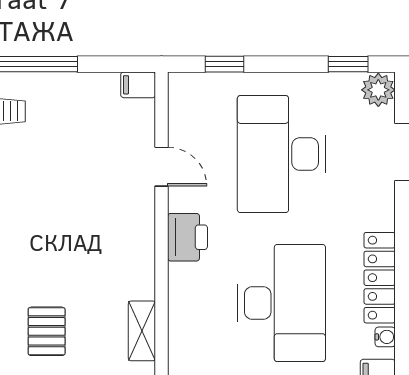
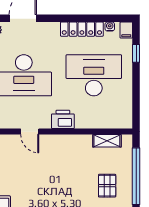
door: (162, 167) -> (30, 132), swing flipped
pallet: (47, 331) -> (107, 186), turned 90

